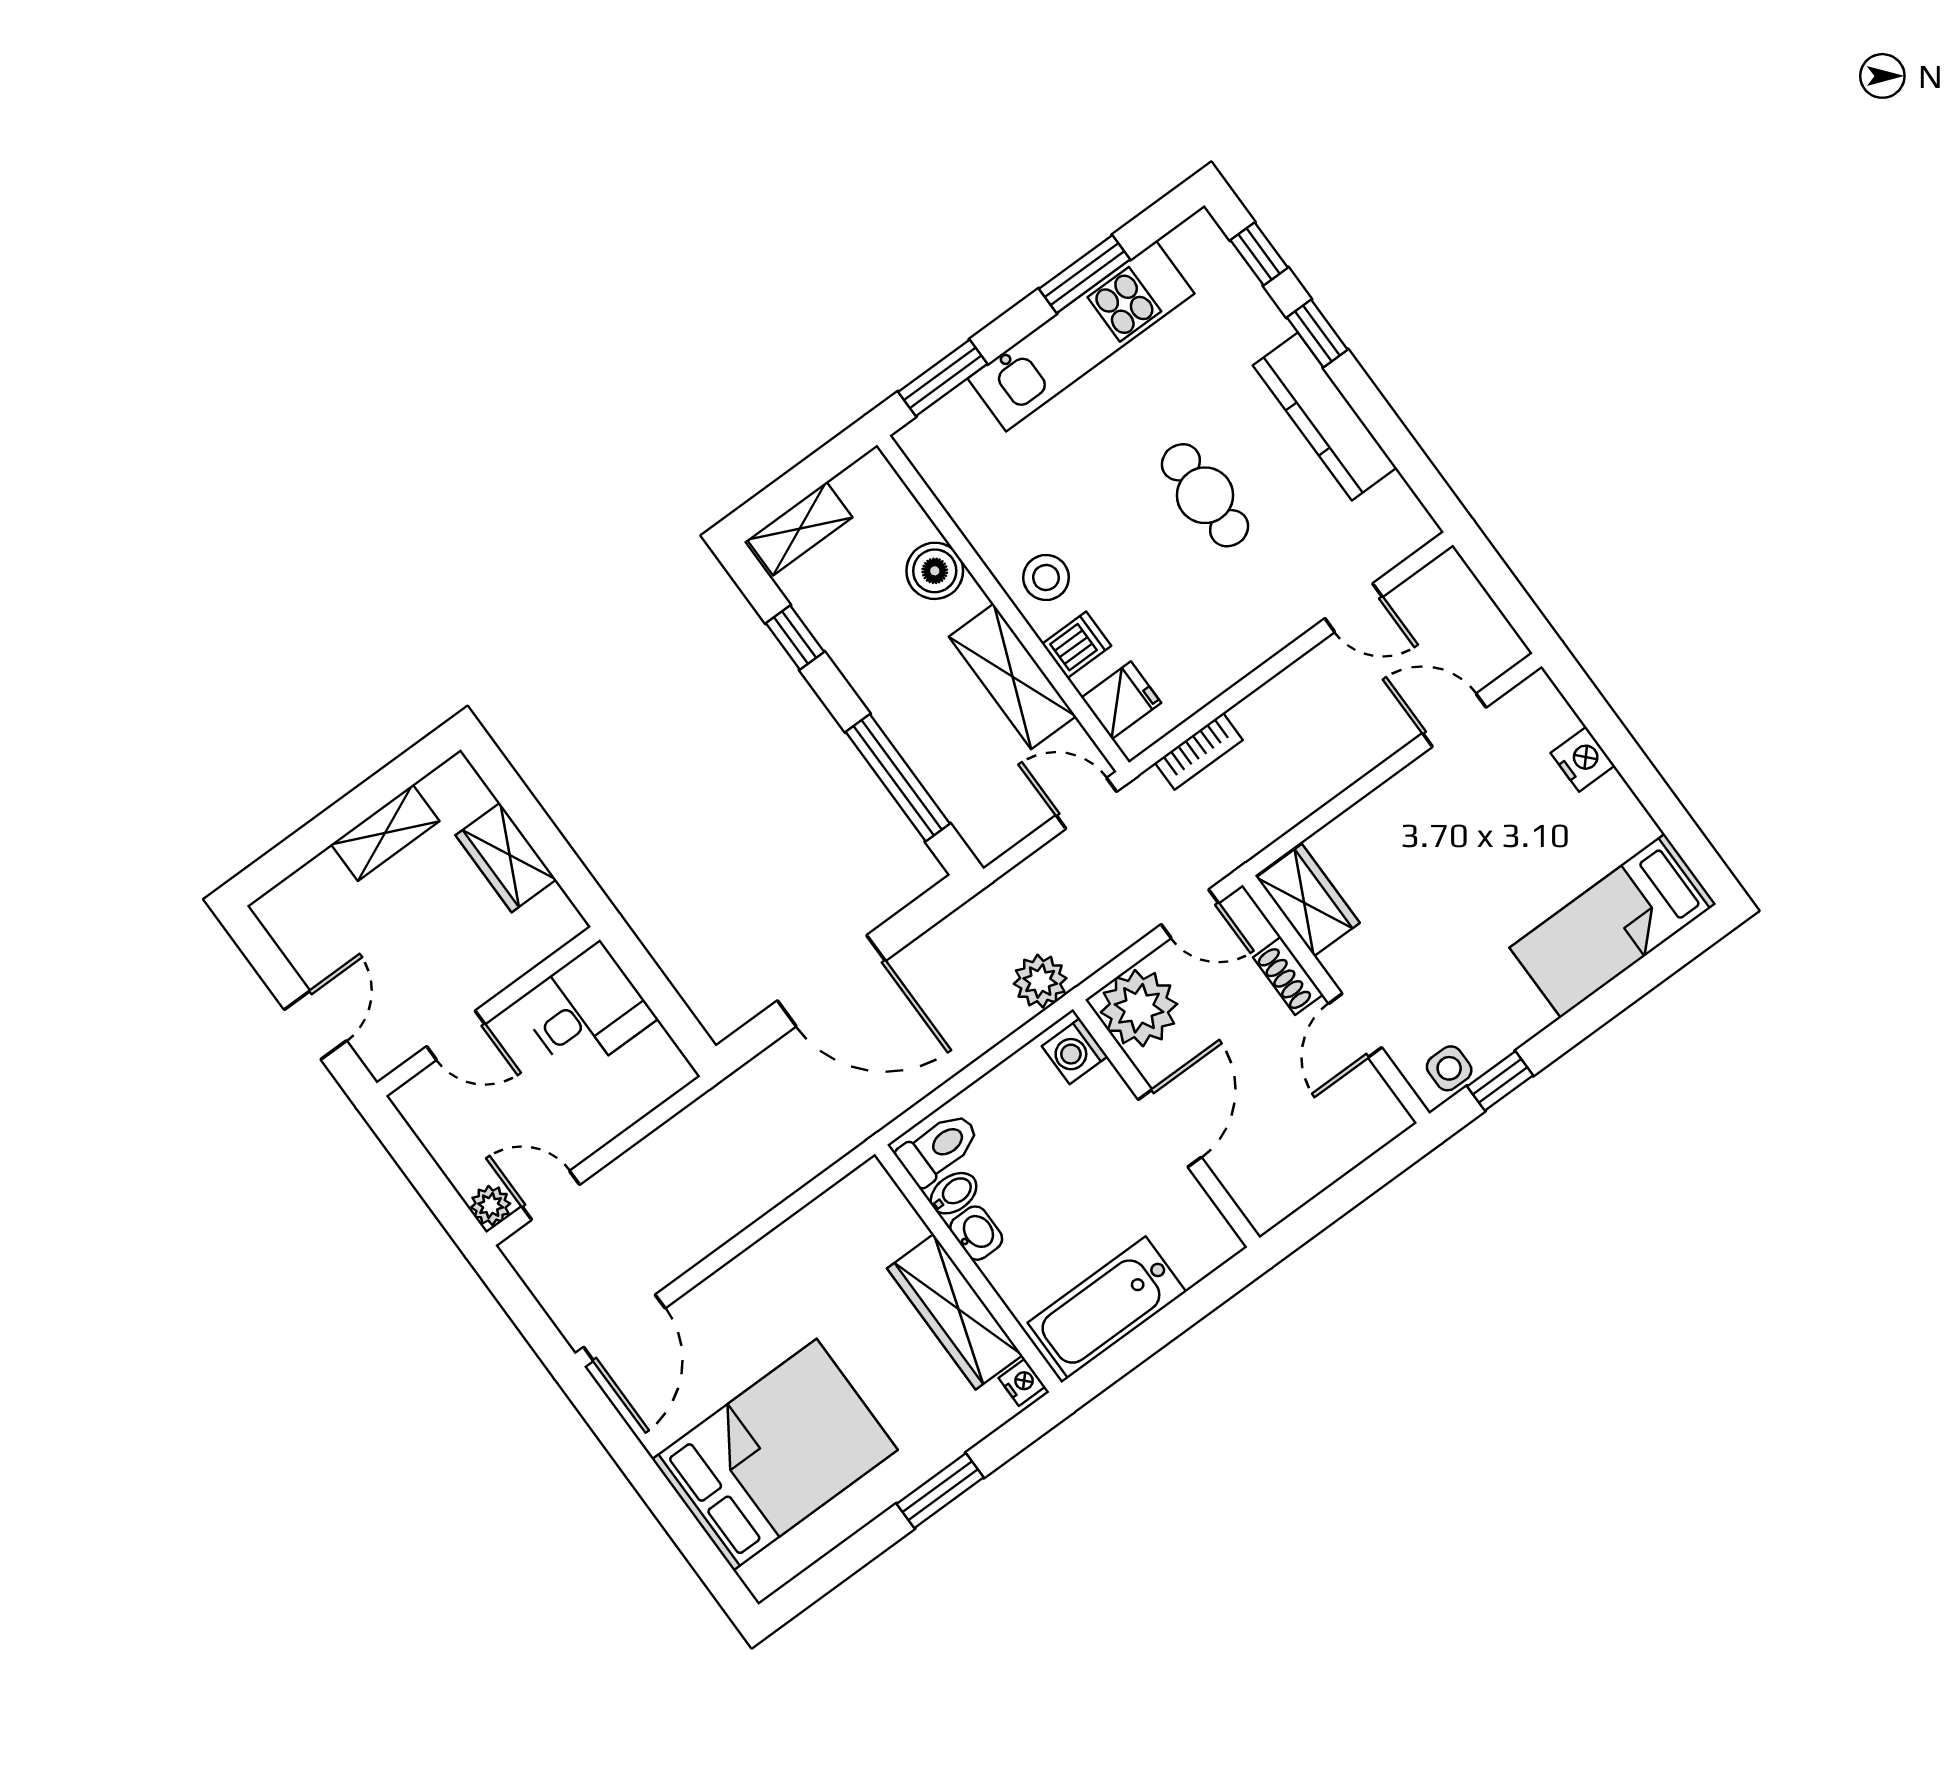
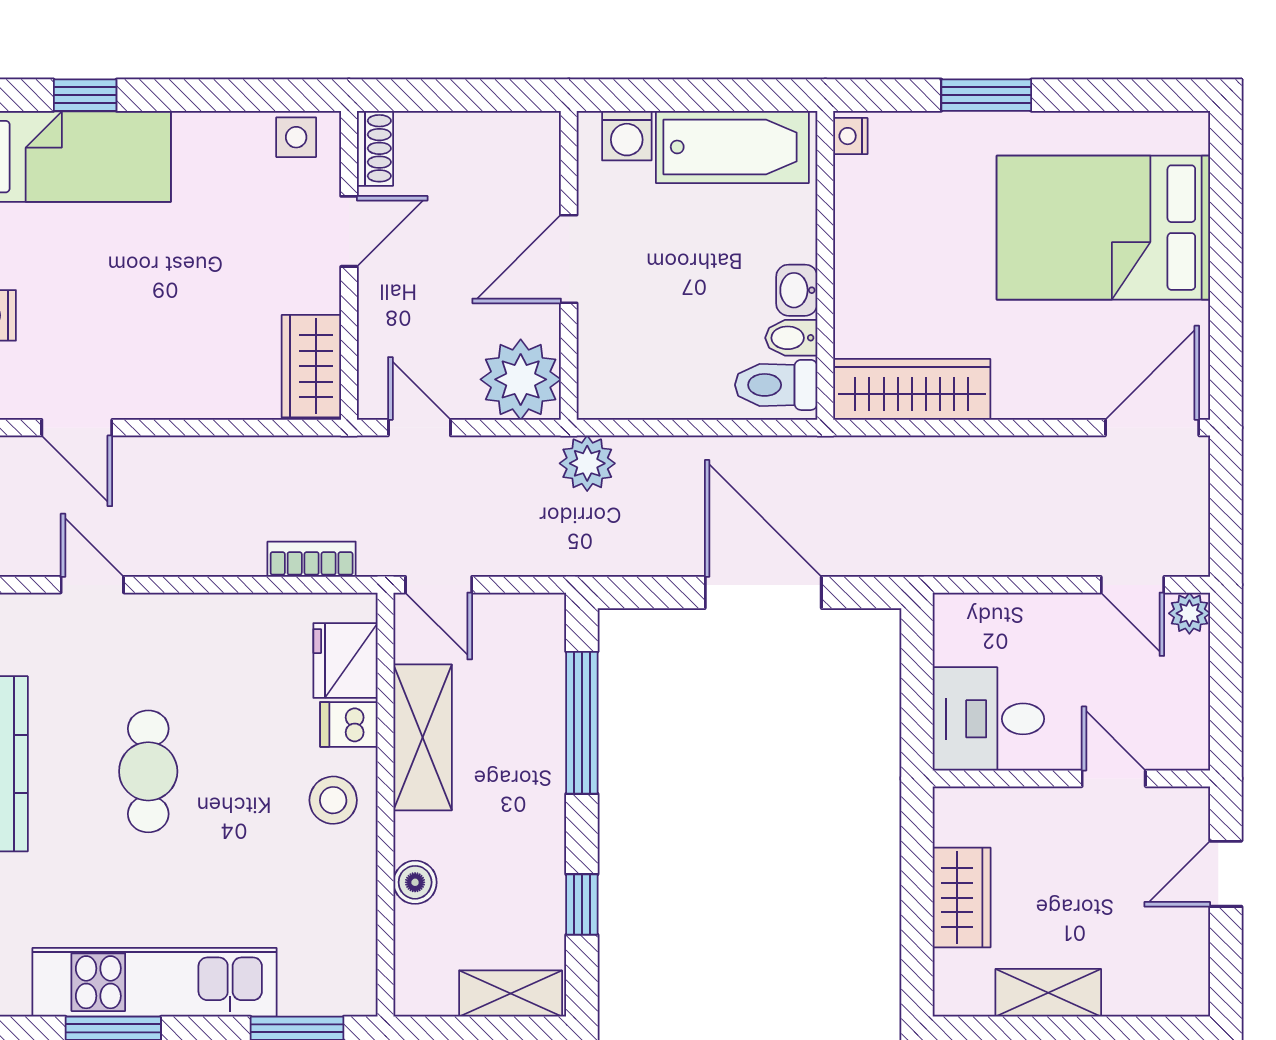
boiler: (935, 571) -> (415, 882), width x0.73, depth x0.73
fridge: (1121, 700) -> (345, 660), width x1.38
shoe rack: (1288, 976) -> (375, 148), moved
washing machine: (1075, 1051) -> (627, 136), moved, turned 90
window: (1500, 1081) -> (85, 95), moved
wardrobe: (955, 1312) -> (912, 389), moved, turned -90

